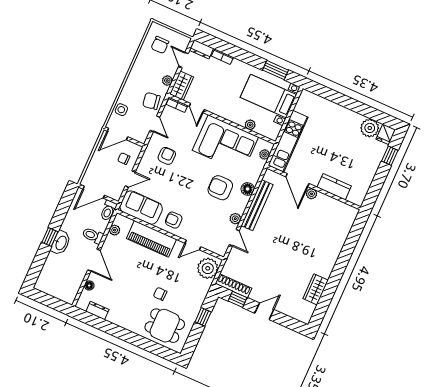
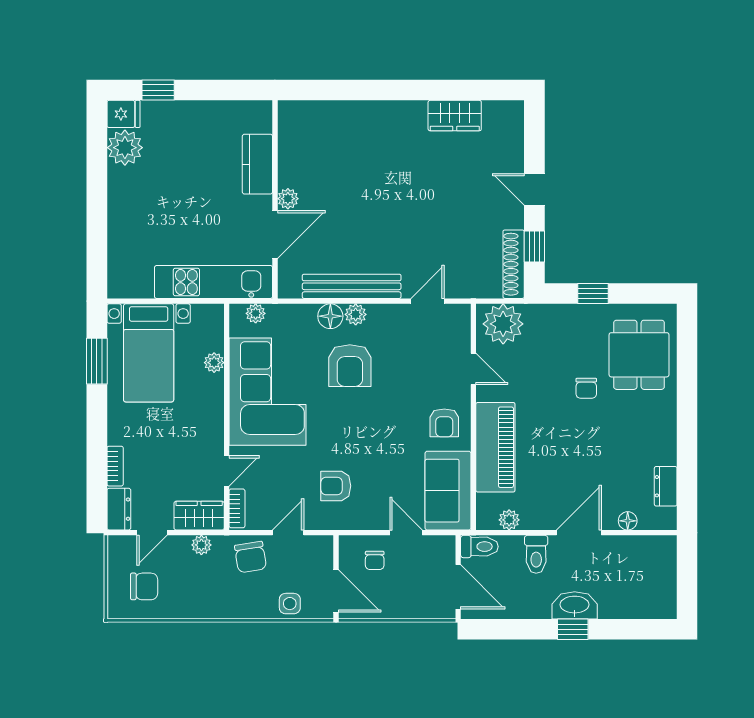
plant: (235, 219) -> (356, 314), moved

